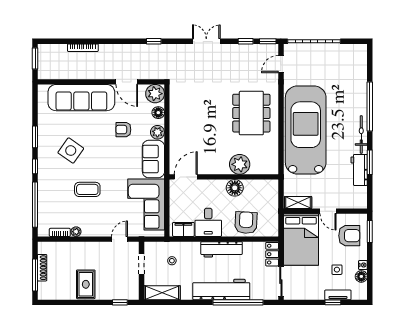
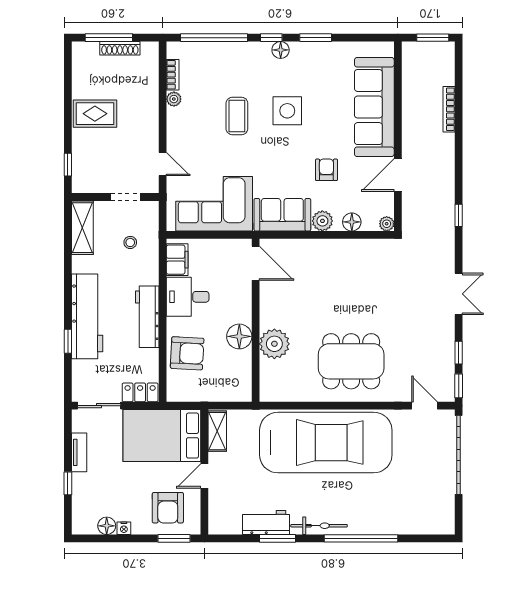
plant: (155, 94) -> (387, 224), width x0.53, depth x0.53
side table: (71, 151) -> (287, 111), moved, turned -35
floor lamp: (43, 160) -> (281, 50), added
side table: (337, 270) -> (117, 489), removed
tv unit: (338, 295) -> (79, 452), moved
window: (238, 302) -> (68, 341), width x0.32

